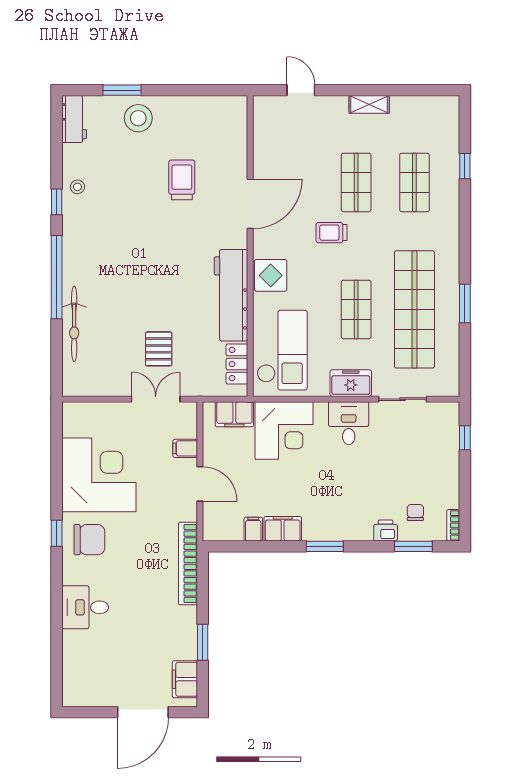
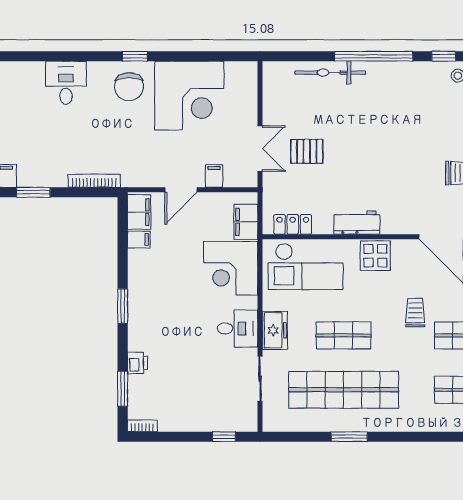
workbench: (231, 295) -> (357, 223), width x0.53, depth x0.76
chair: (415, 512) -> (154, 391), removed
filing cabinet: (283, 529) -> (139, 212), moved
bookcase: (188, 564) -> (94, 181), width x0.68, depth x0.76

